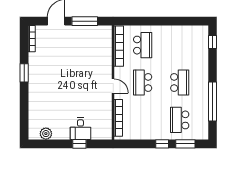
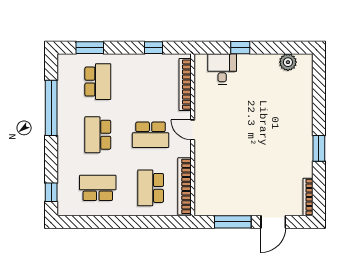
school desk: (180, 45) -> (98, 188), added
school desk: (143, 82) -> (151, 135), turned 90
desk: (80, 129) -> (222, 69), moved
window: (162, 144) -> (154, 48), moved

